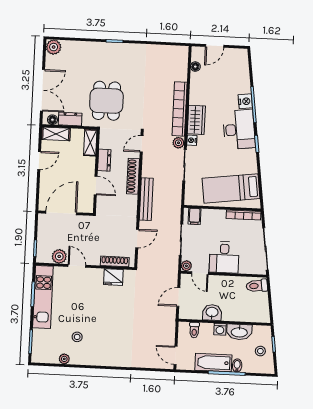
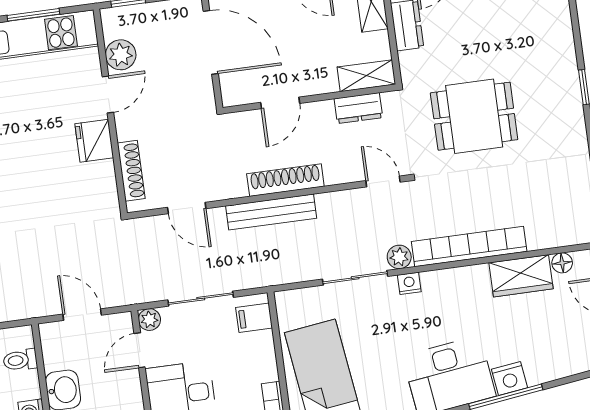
dining table: (106, 101) -> (474, 116), moved
wardrobe: (196, 120) -> (521, 276), moved
dresser: (104, 160) -> (358, 108), moved
shoe rack: (133, 176) -> (285, 180), moved
fridge: (113, 277) -> (94, 141), moved

